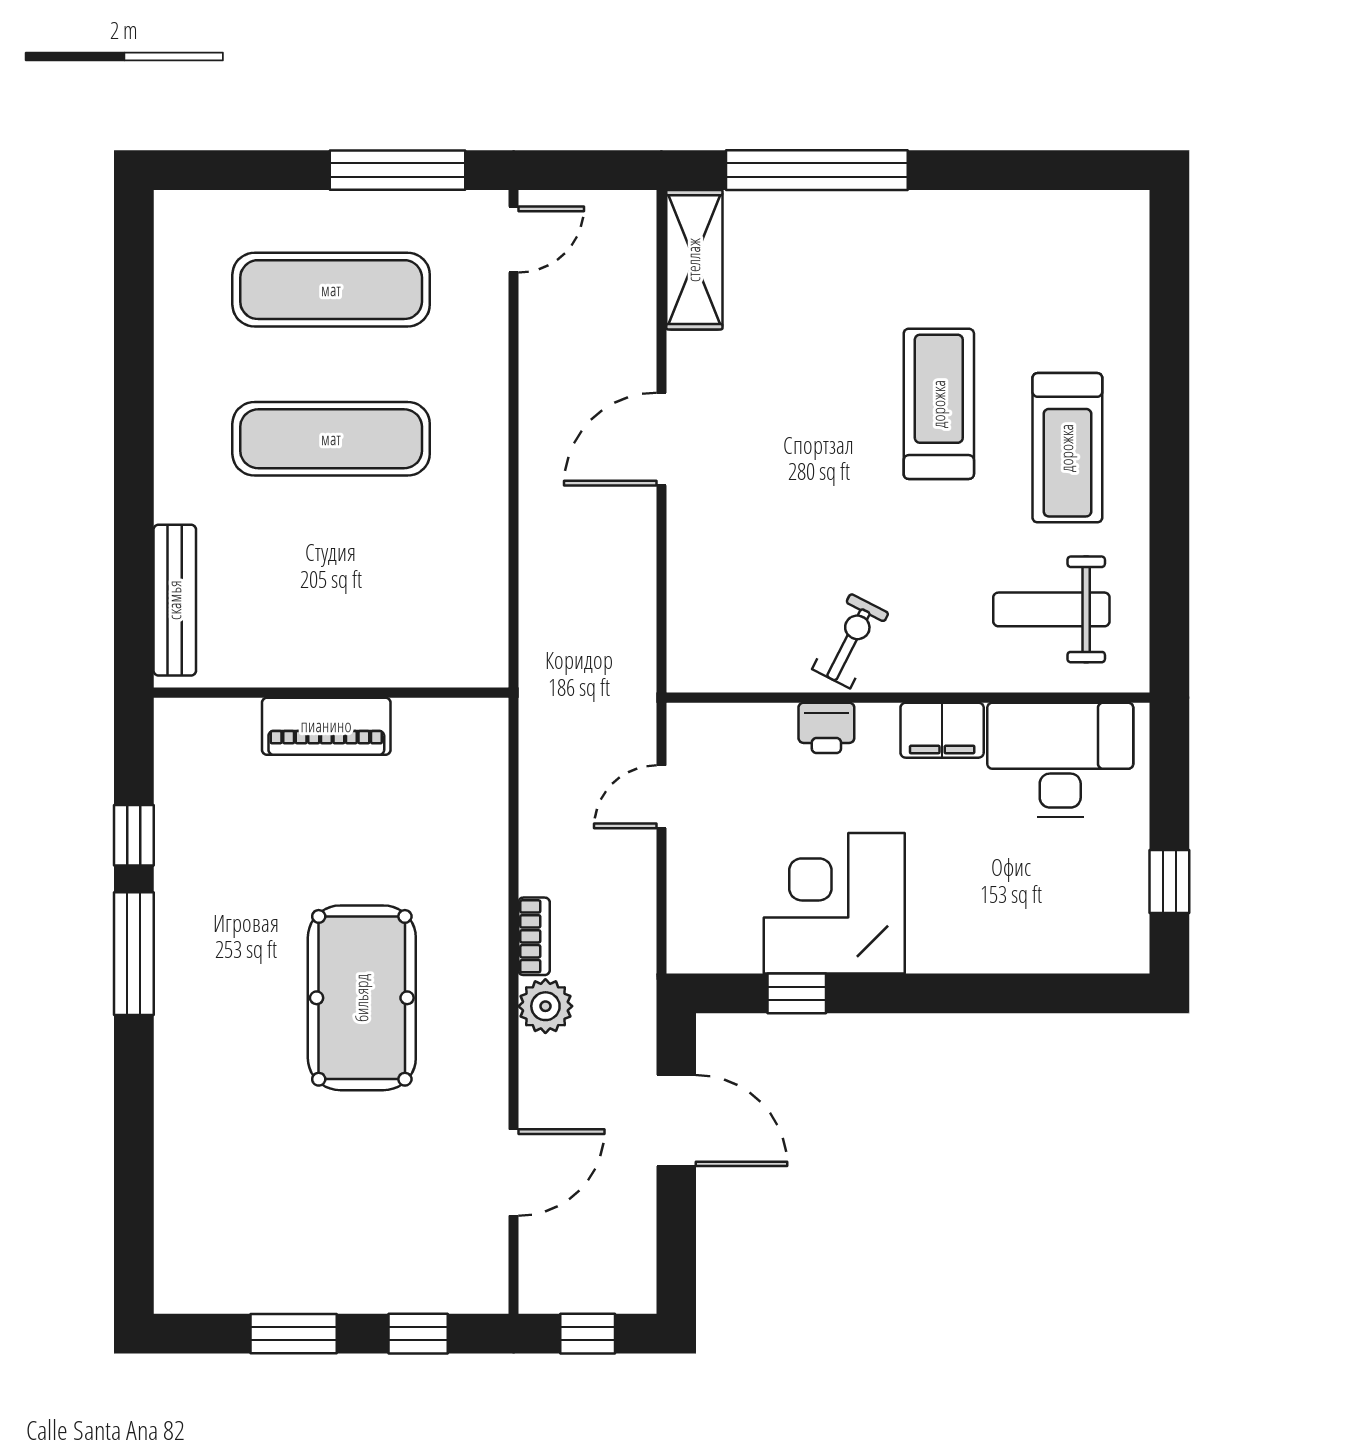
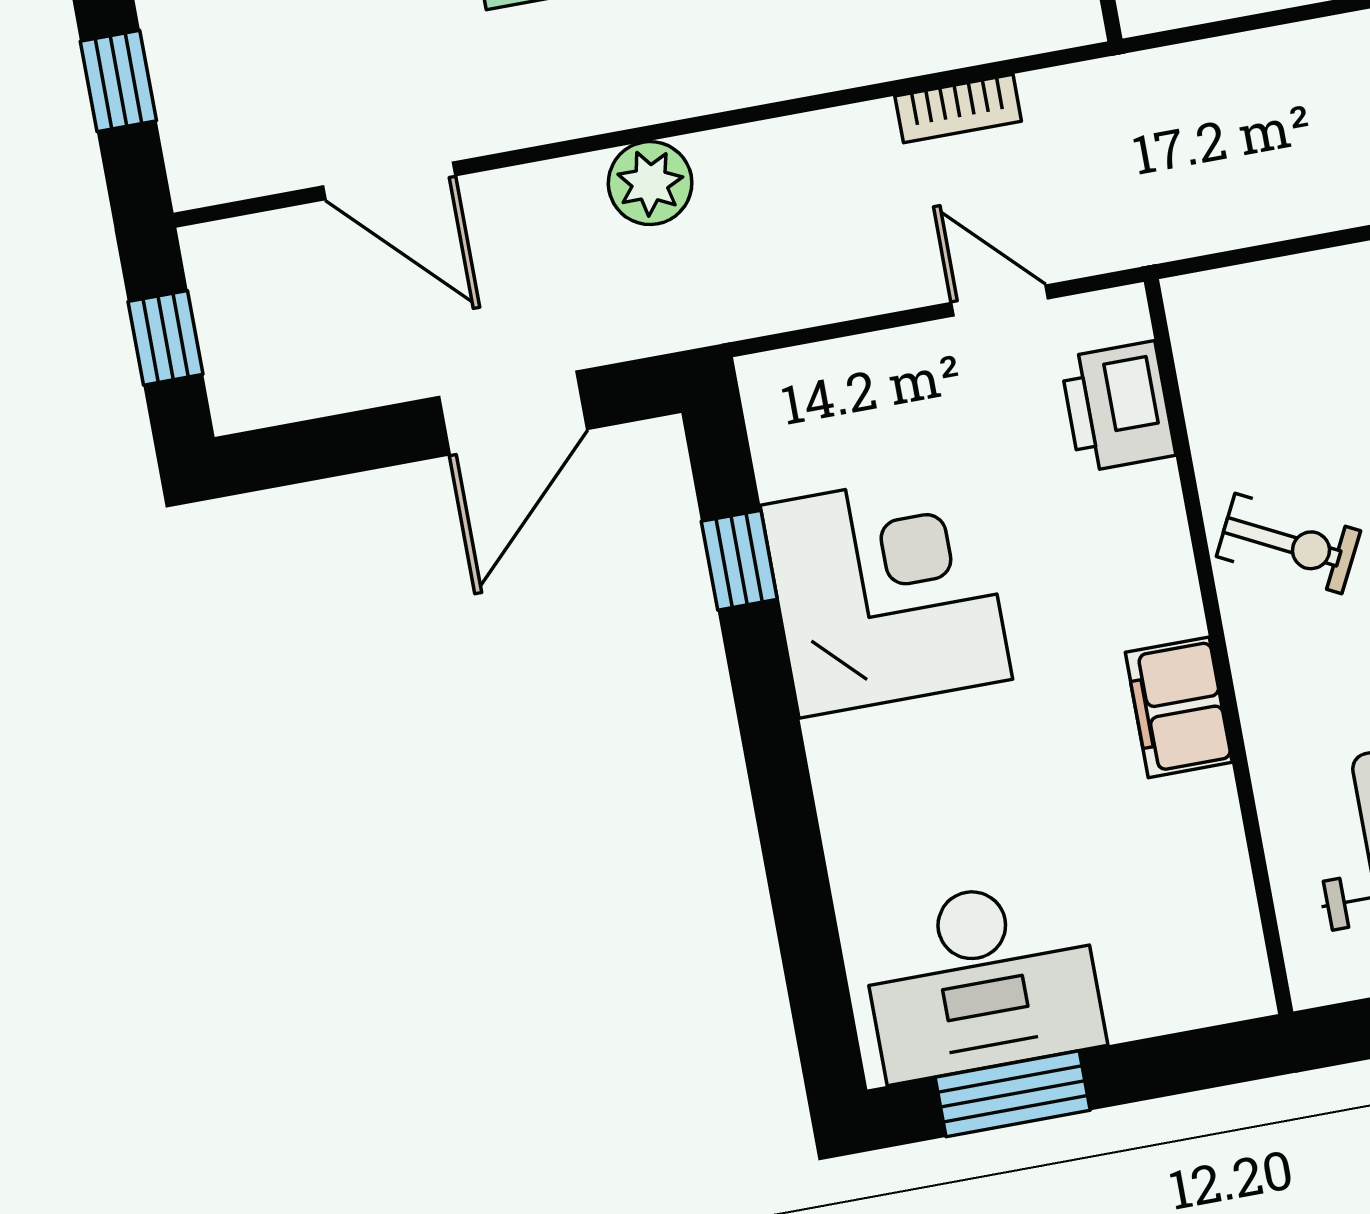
printer: (826, 728) -> (1118, 407), moved, width x1.36, depth x1.24
desk: (1060, 760) -> (982, 979), moved, turned 90
window: (1169, 881) -> (1013, 1094), width x1.50
bookcase: (534, 936) -> (958, 109), moved

